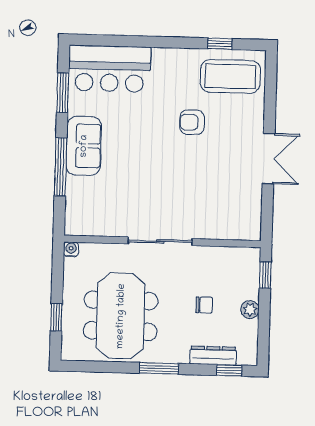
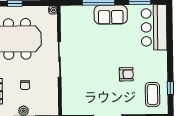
coffee table: (230, 76) -> (153, 95), width x0.73, depth x0.76
armchair: (192, 122) -> (126, 74), turned 90

